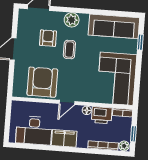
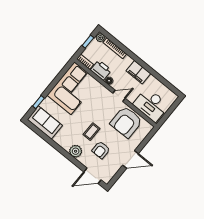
sofa: (114, 26) -> (45, 123), width x0.73
desk: (34, 130) -> (151, 105), moved, turned 180

